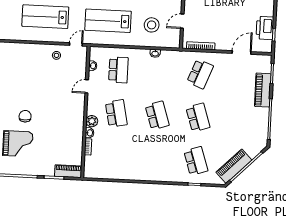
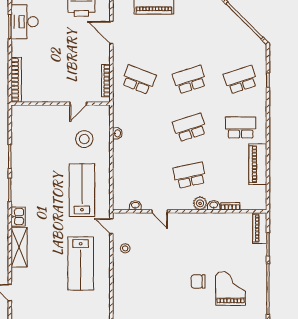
lab bench: (108, 21) -> (82, 190), turned 180
door: (182, 21) -> (78, 104), hinge flipped
school desk: (118, 70) -> (241, 127), moved
piano: (234, 166) -> (258, 164), moved, turned 45

